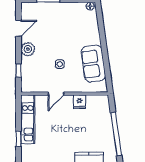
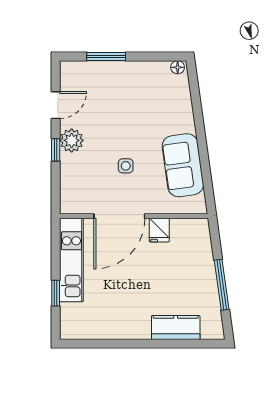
window: (19, 71) -> (56, 150), moved
door: (56, 94) -> (119, 216), width x1.87
window: (116, 134) -> (222, 285), width x0.68

